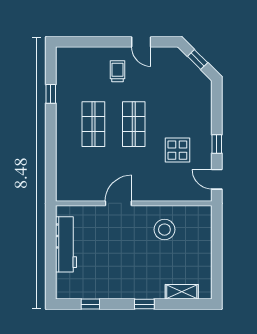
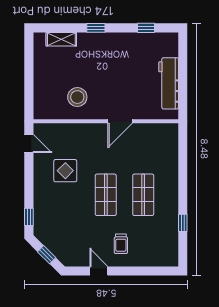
window: (217, 144) -> (29, 217), moved

